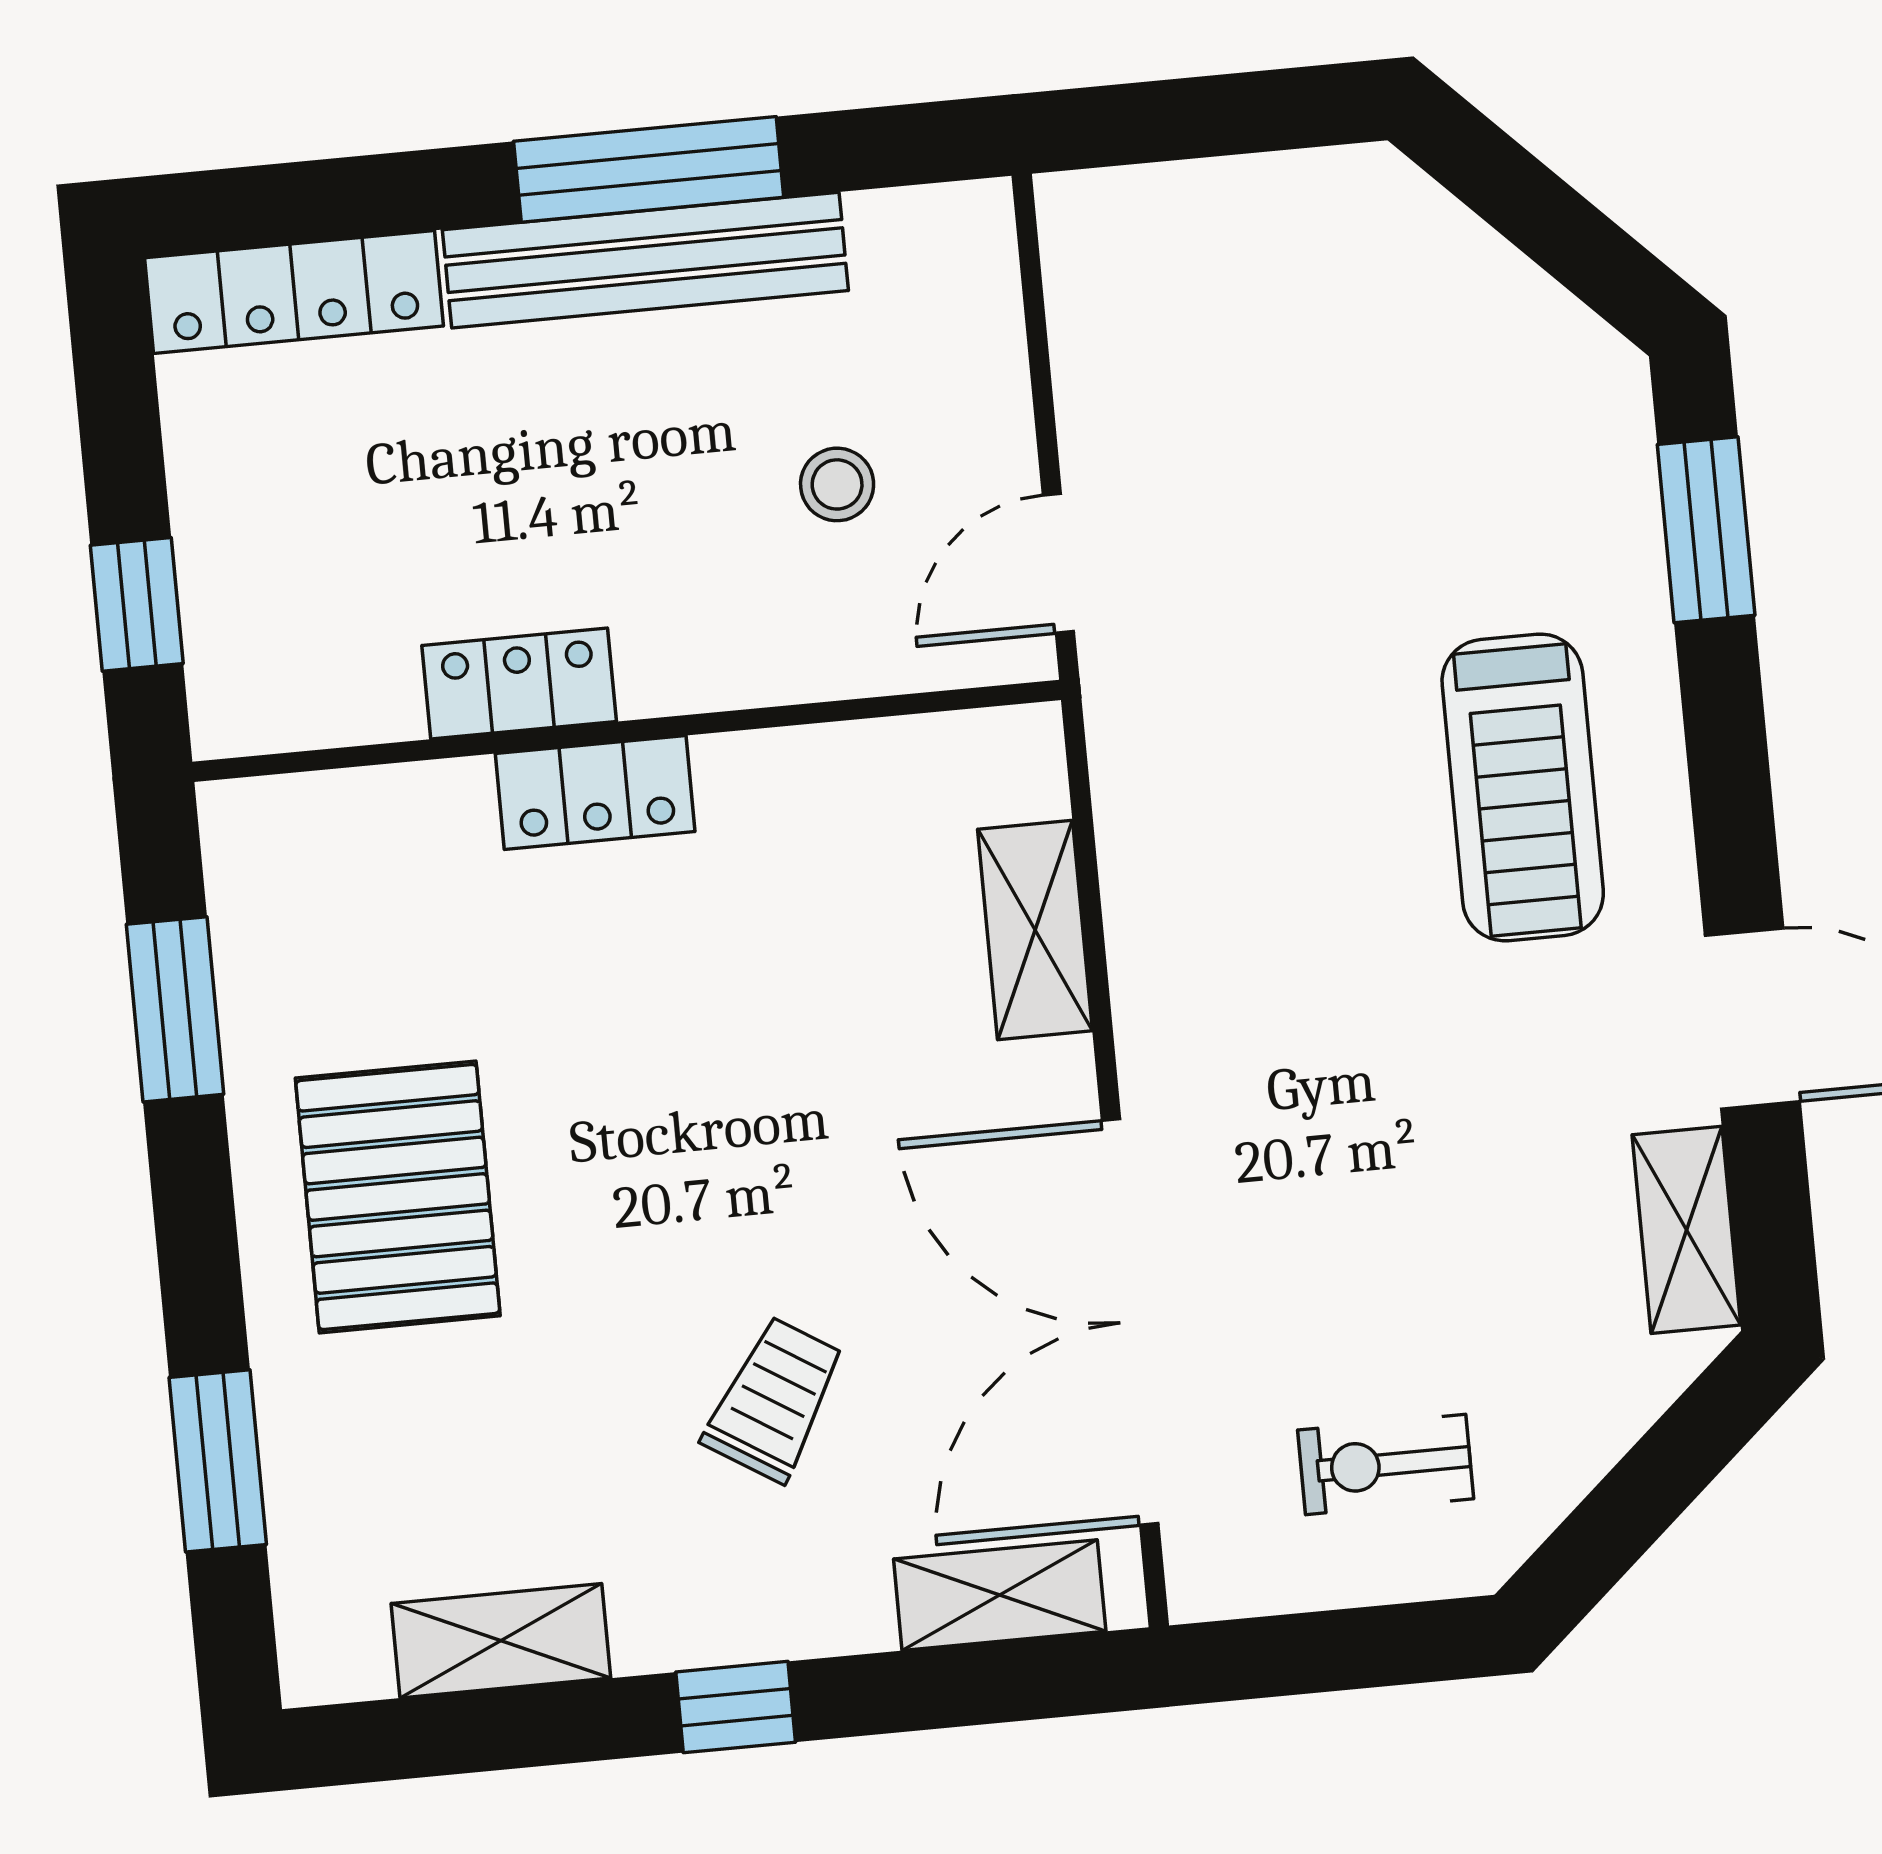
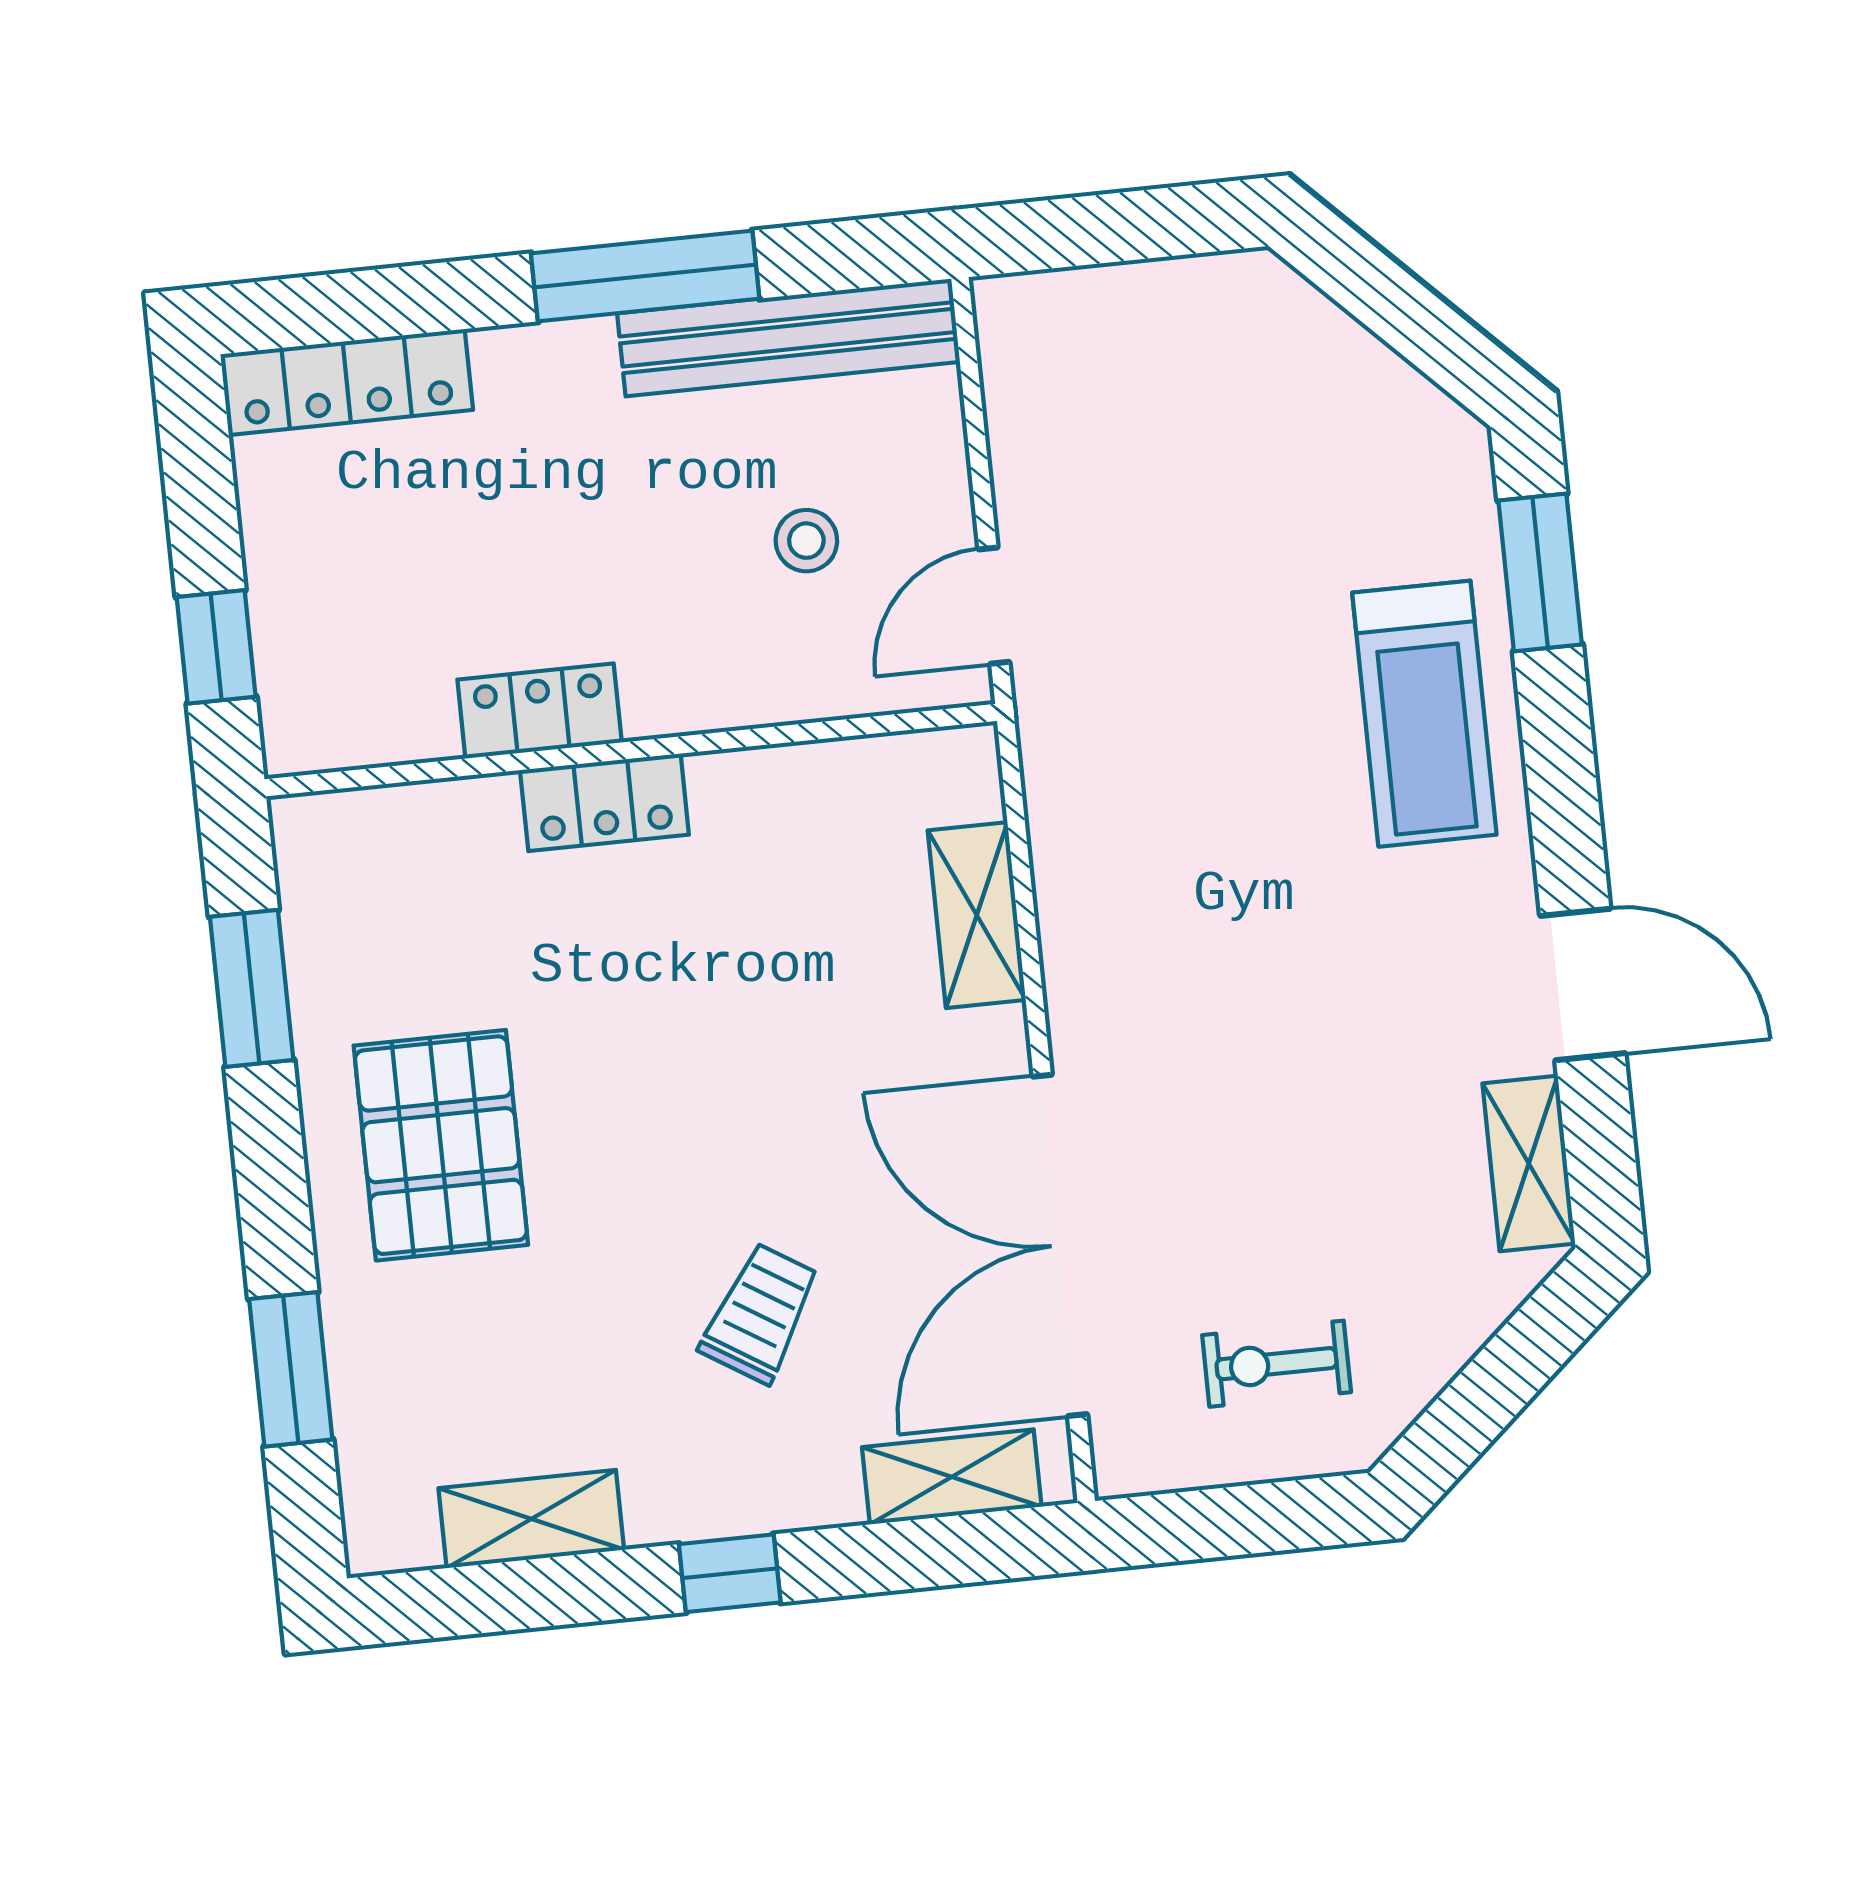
bench: (645, 260) -> (789, 338), moved
treadmill: (1523, 787) -> (1424, 714), moved

